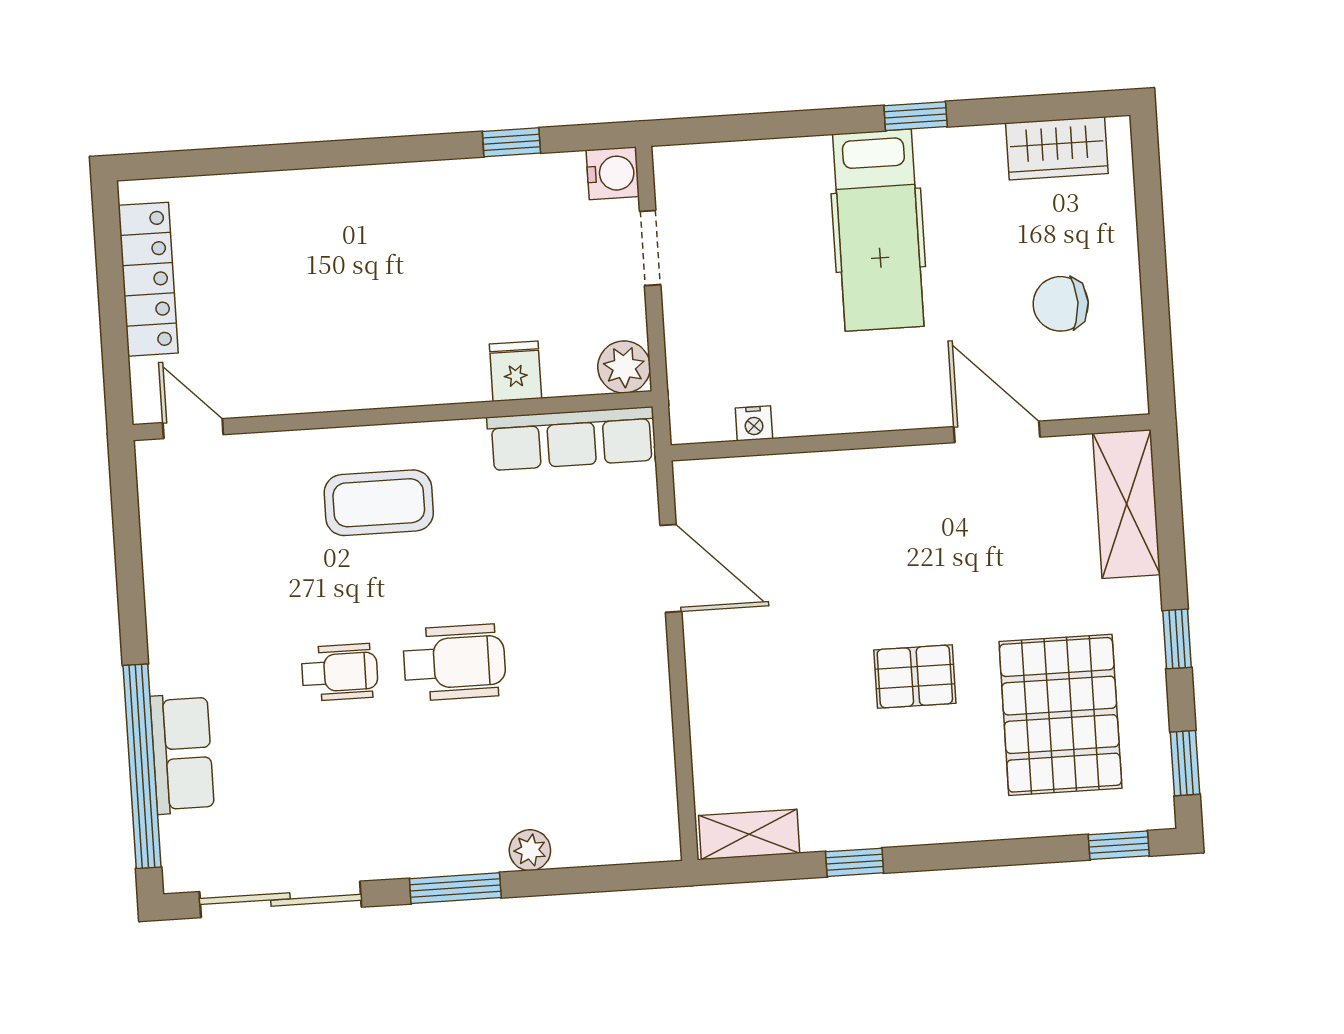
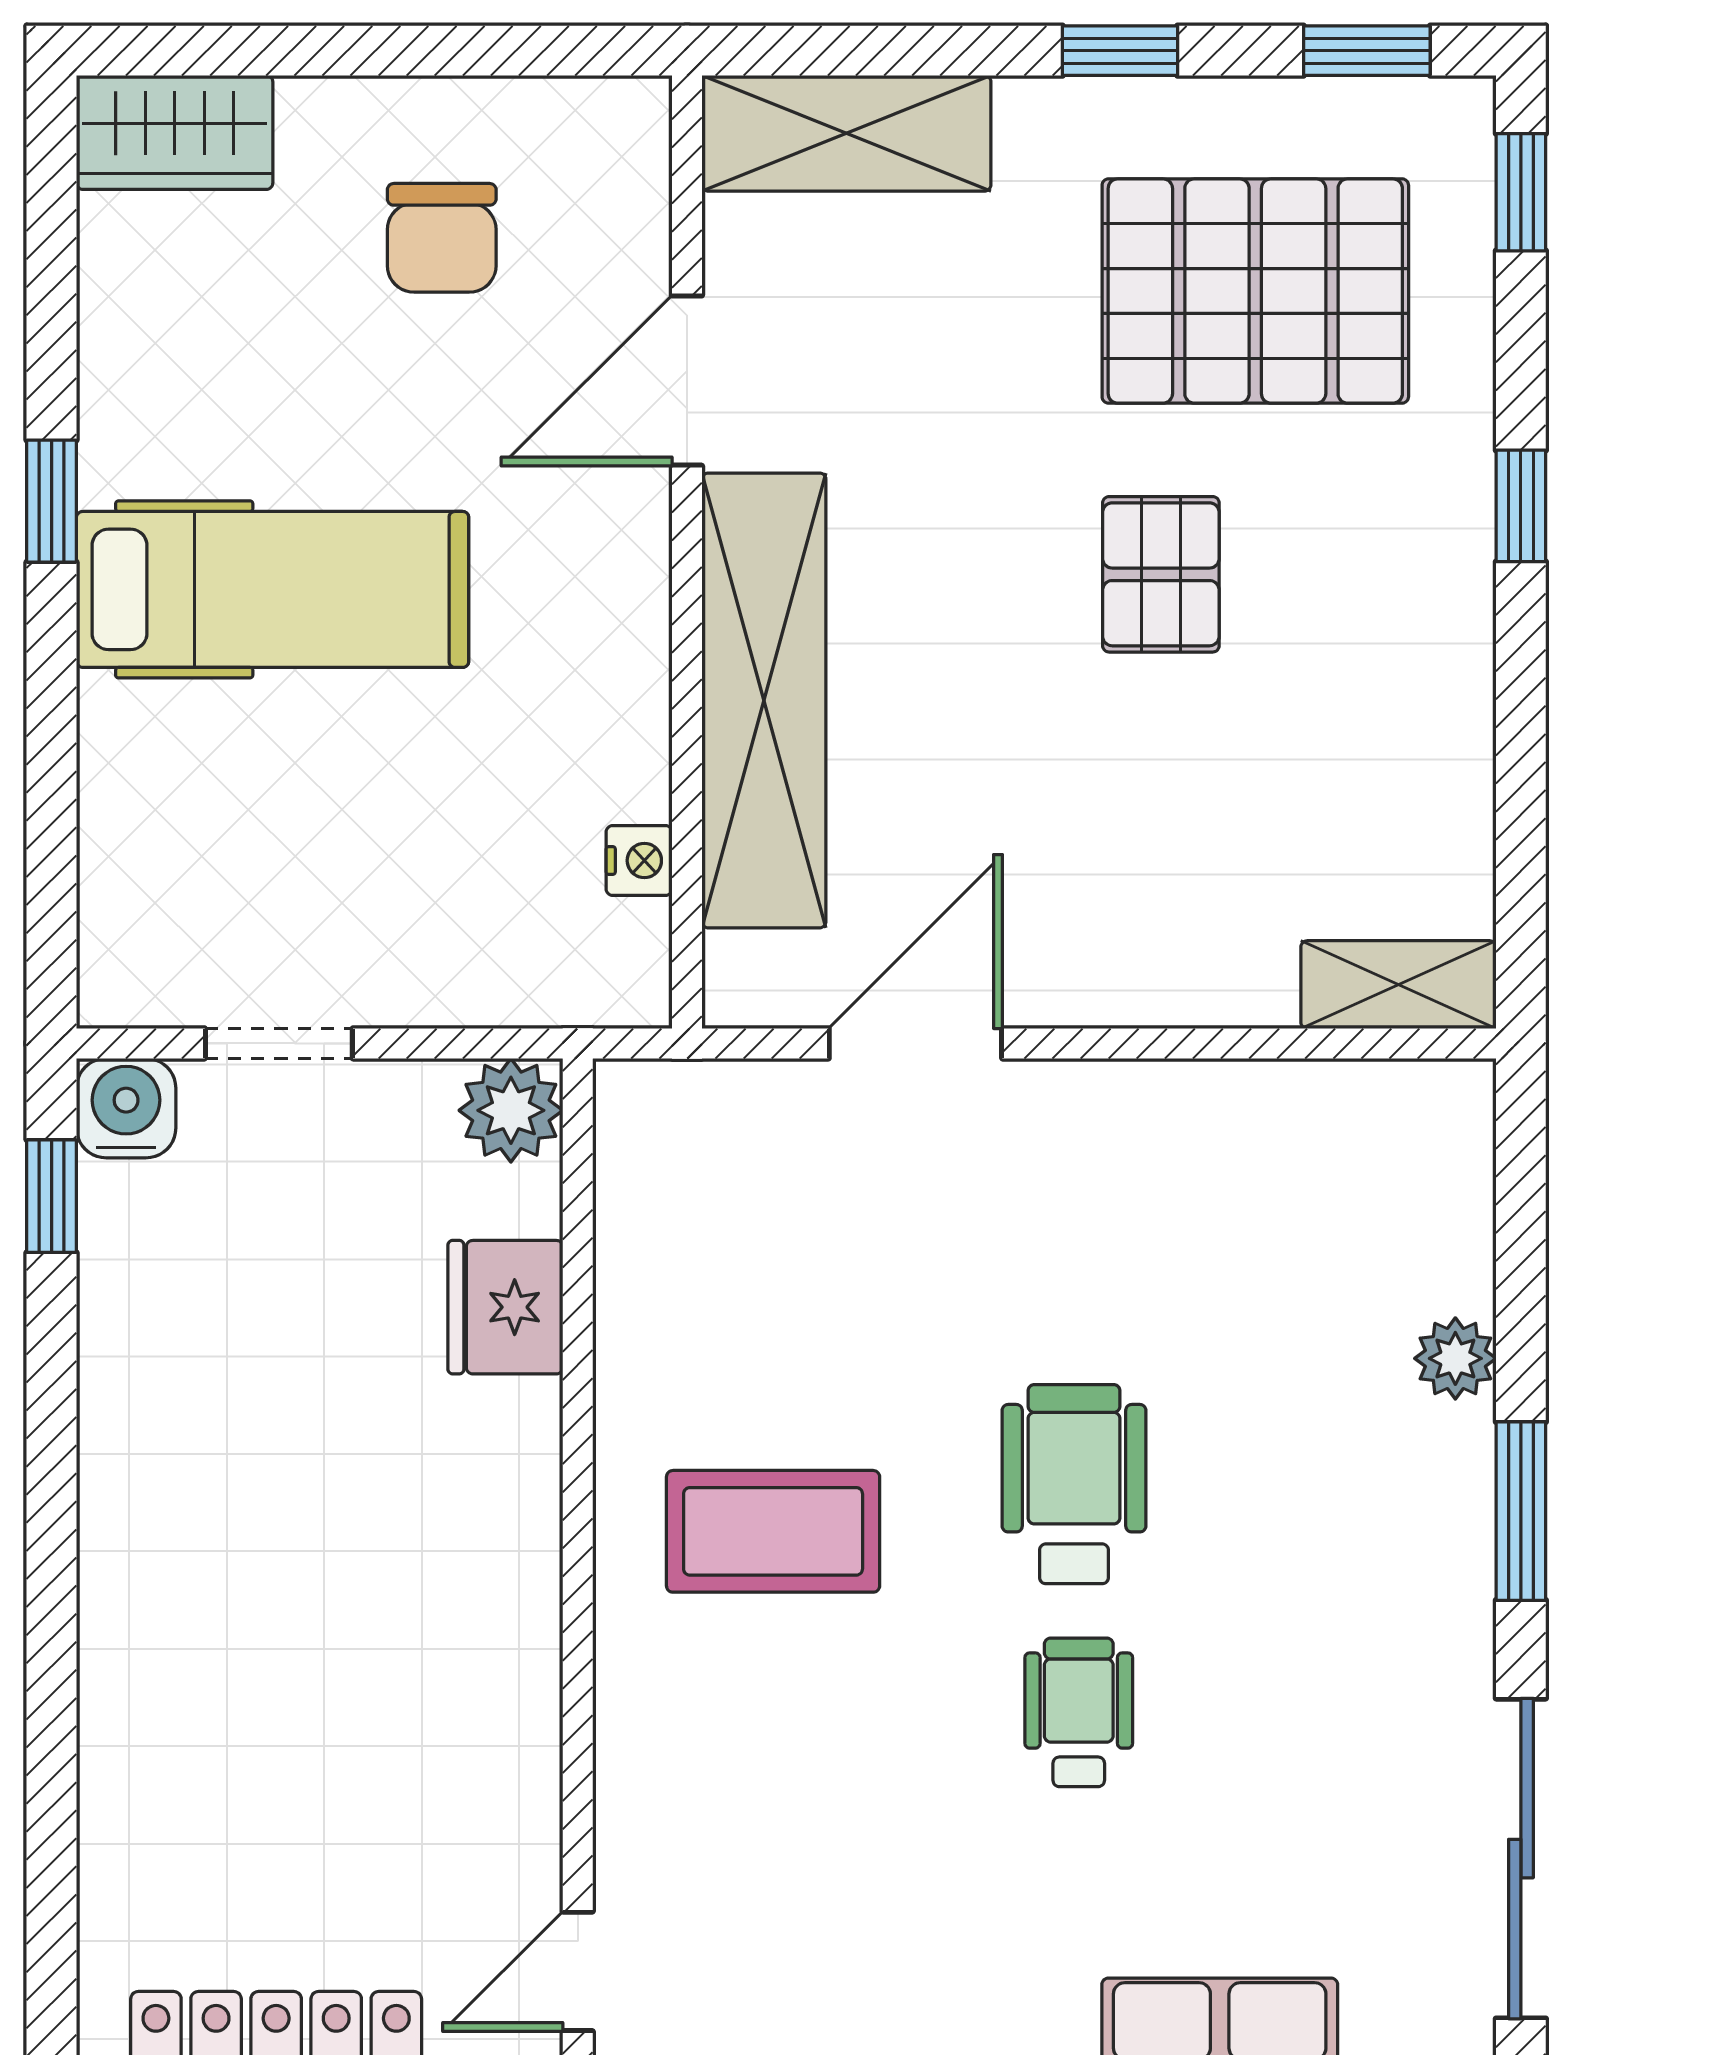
window: (511, 142) -> (52, 1196), moved
wardrobe: (1057, 148) -> (175, 132), moved, turned 90
fridge: (516, 371) -> (505, 1307), width x1.38
row of seats: (571, 439) -> (646, 1224), removed
shelving: (838, 481) -> (764, 700), added
coffee table: (379, 503) -> (773, 1531), moved, turned 90
shelving: (749, 834) -> (1398, 985), moved, turned 90
window: (855, 862) -> (1521, 506), moved

